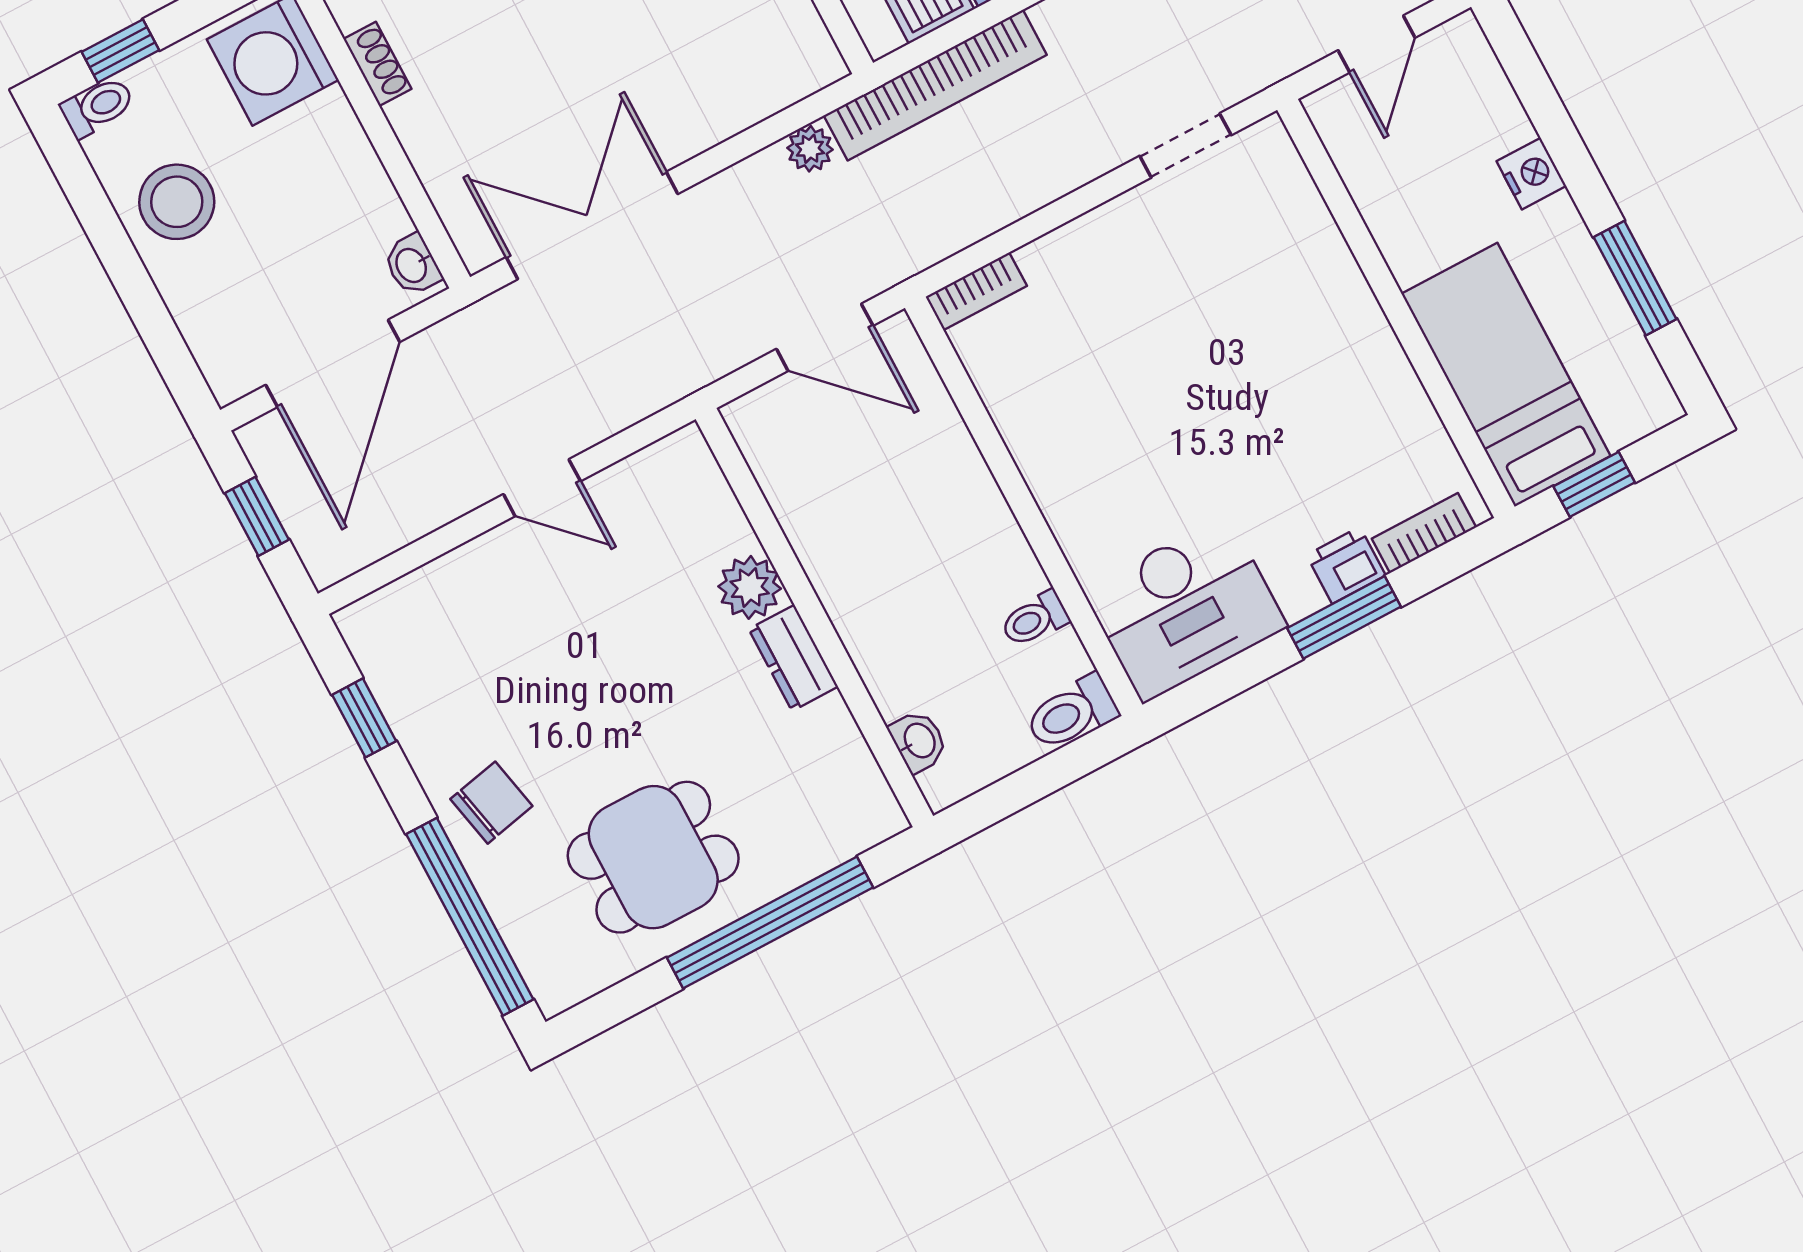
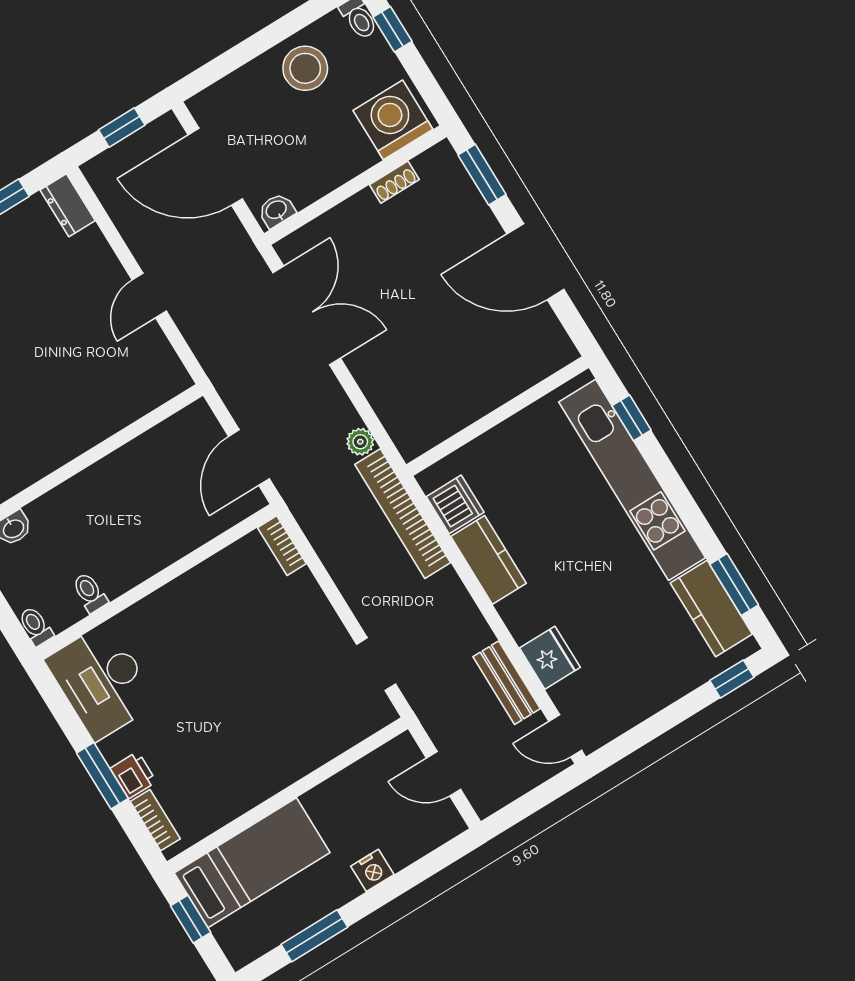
plant: (750, 587) -> (98, 422), removed
dresser: (793, 658) -> (68, 205), moved, turned -90
toilet: (1072, 713) -> (36, 626), width x0.73, depth x0.72

